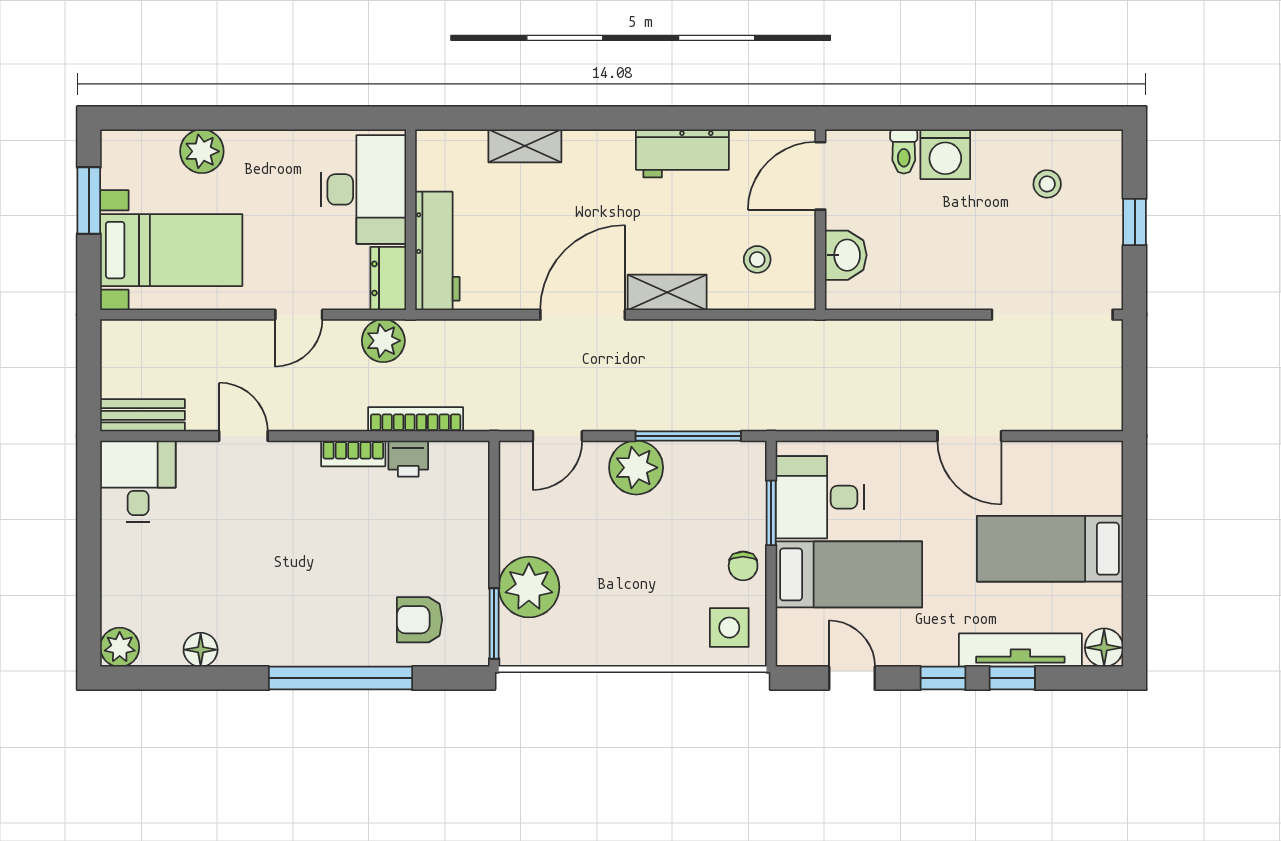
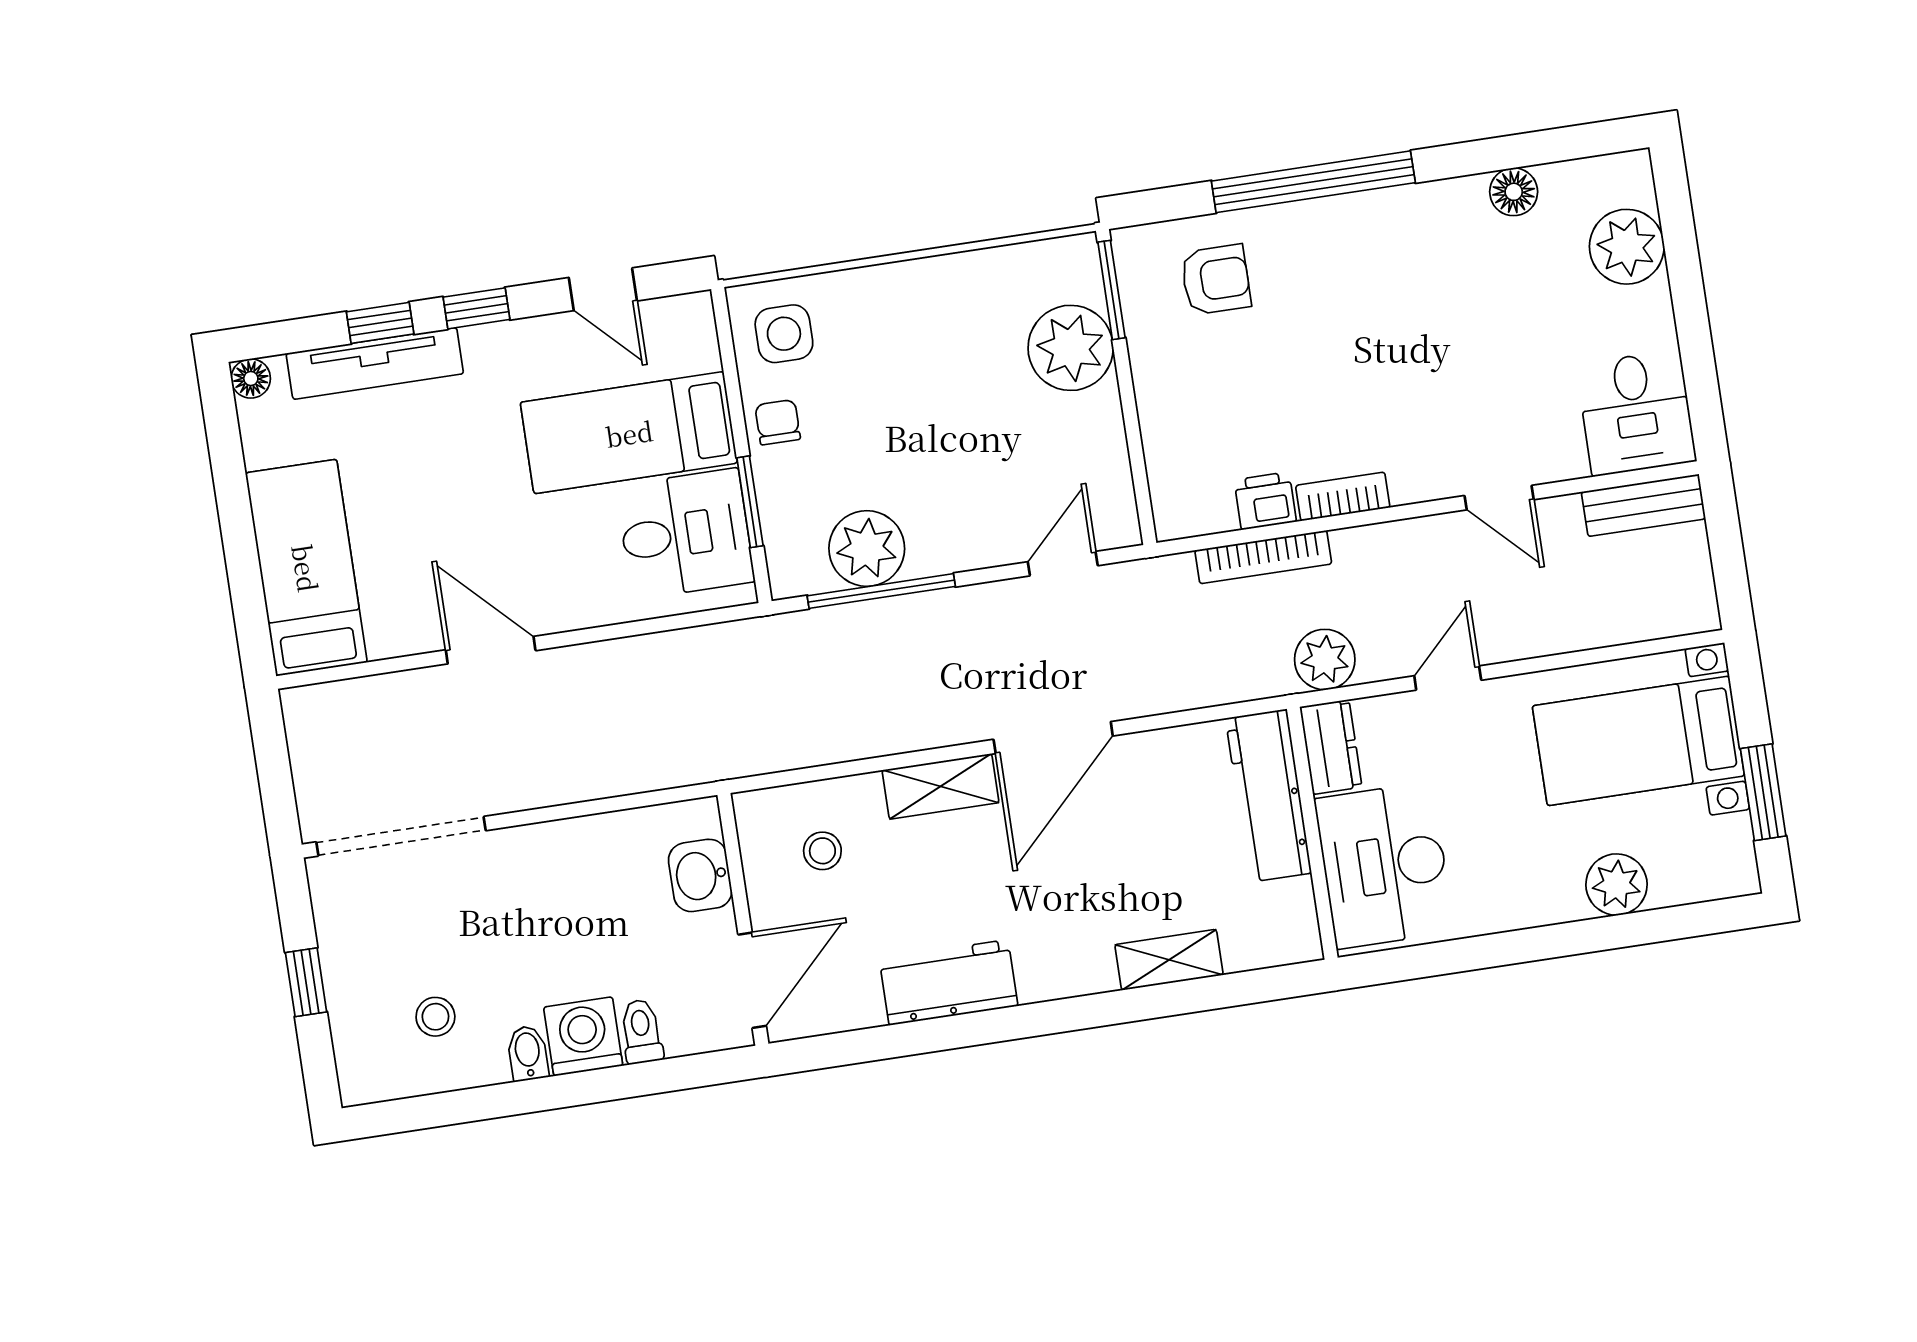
bidet: (986, 148) -> (528, 1053), added
plant: (636, 468) -> (867, 549), moved
bed: (1050, 549) -> (306, 568), moved, turned -90
plant: (120, 647) -> (1627, 247), moved, width x1.36, depth x1.36
floor lamp: (1104, 648) -> (251, 379), width x0.73, depth x0.73

